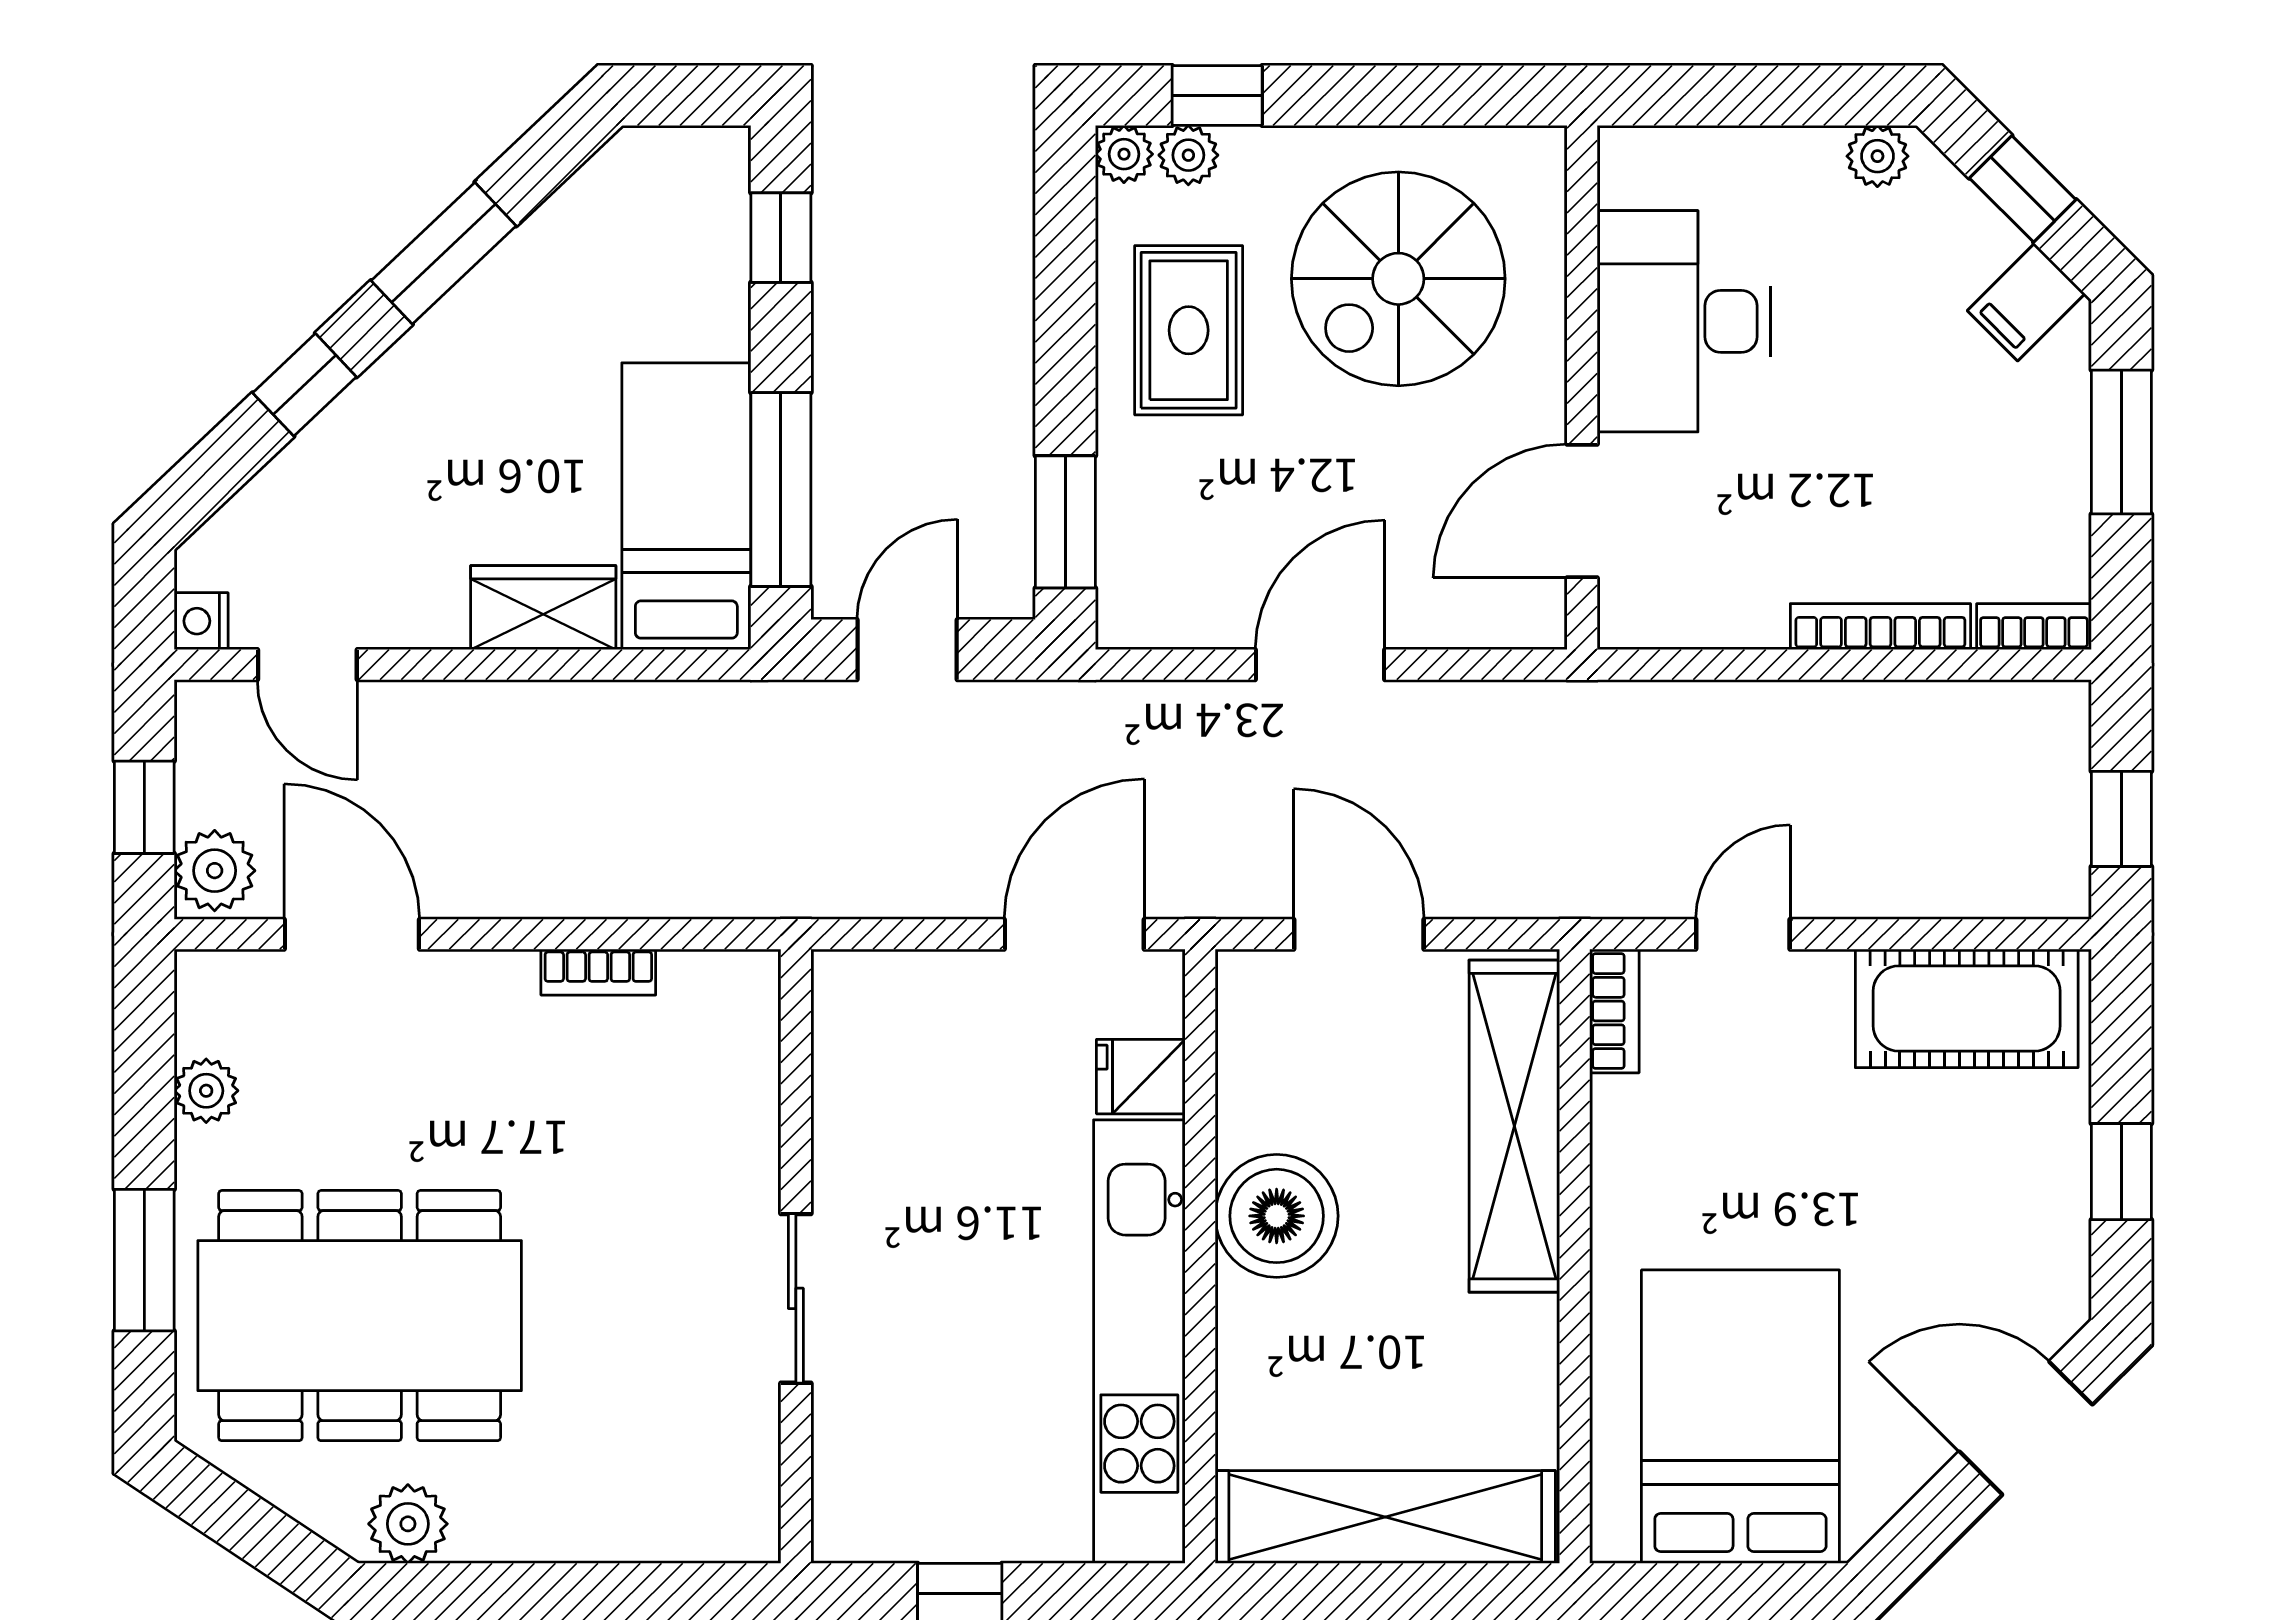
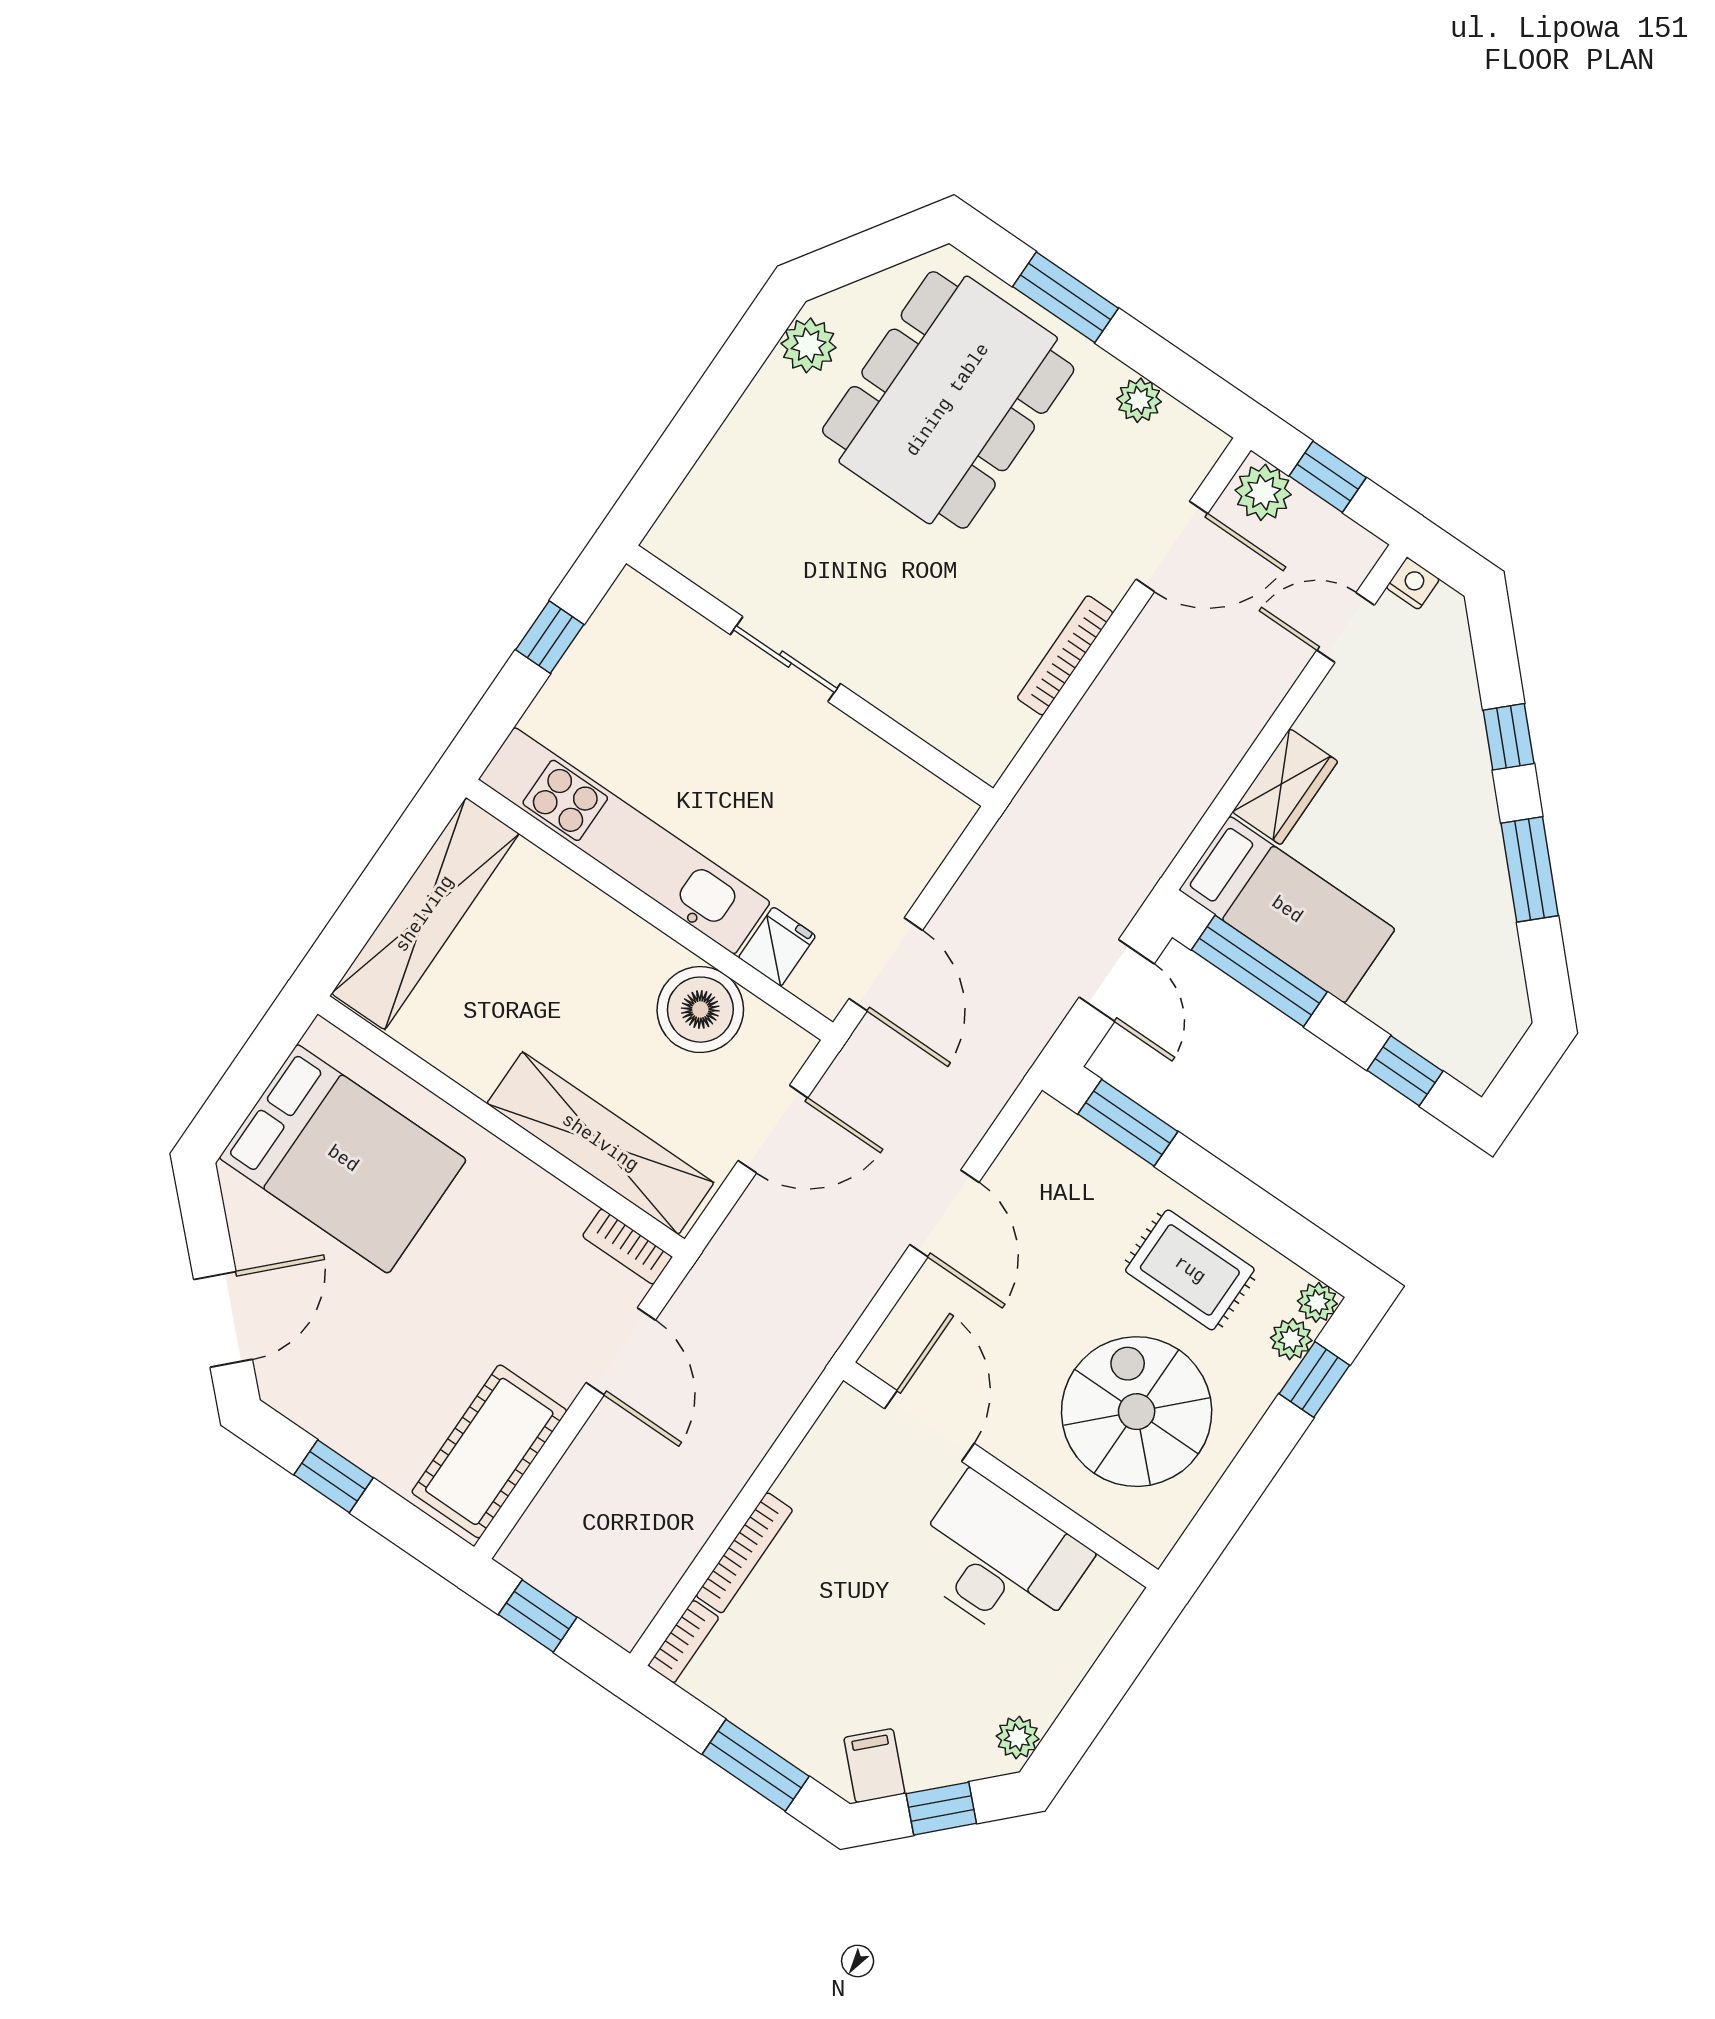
door: (1743, 934) -> (621, 1351), width x1.37
bookcase: (598, 972) -> (1065, 655), width x1.56
boiler: (1277, 1216) -> (700, 1010), moved

